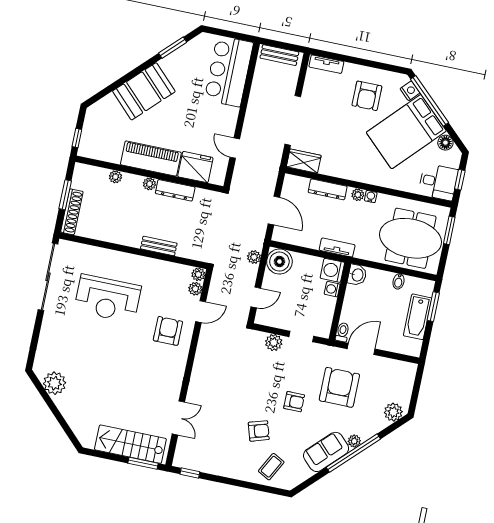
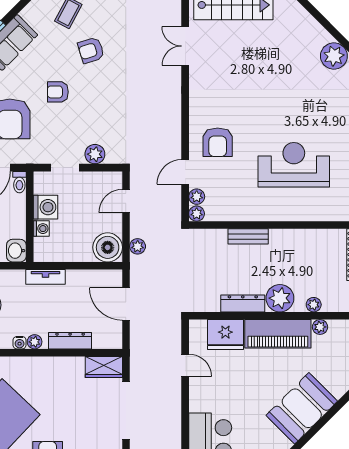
plant: (114, 157) -> (320, 327), added
plant: (149, 184) -> (280, 298), width x1.88, depth x1.88
washing machine: (332, 270) -> (46, 207), moved

